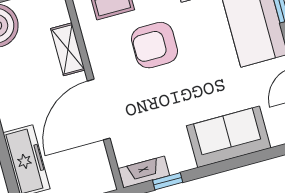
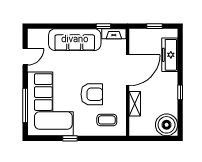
sofa: (229, 137) -> (75, 40), width x1.36

